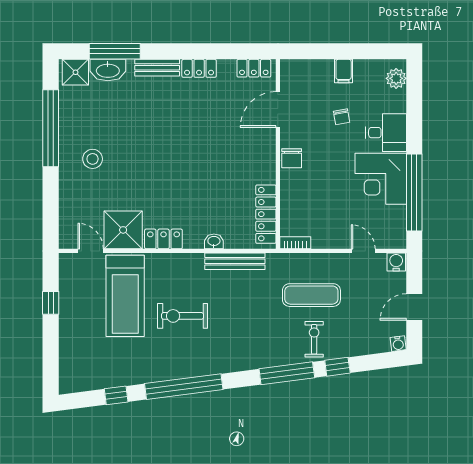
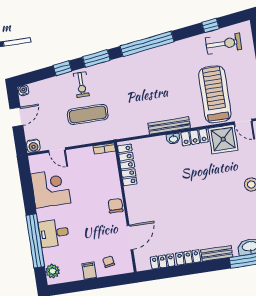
locker: (254, 68) -> (163, 261), moved
chair: (342, 117) -> (109, 262), moved
corner desk: (381, 179) -> (51, 188), moved
window: (414, 192) -> (35, 241), moved
washbasin: (214, 241) -> (173, 139), moved
bench: (235, 261) -> (169, 126), moved
exercise bike: (183, 316) -> (223, 44), moved
window: (287, 373) -> (96, 58), width x0.69
window: (184, 387) -> (147, 44), moved

